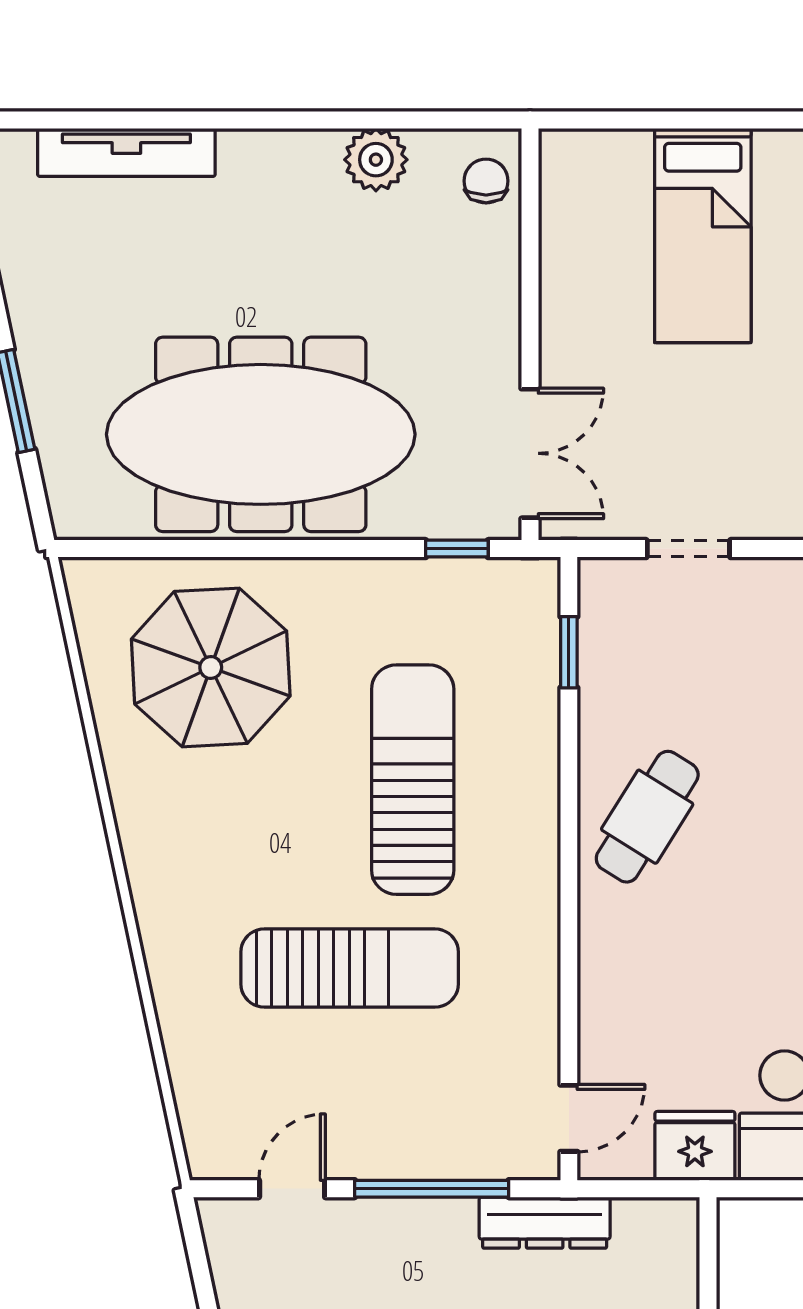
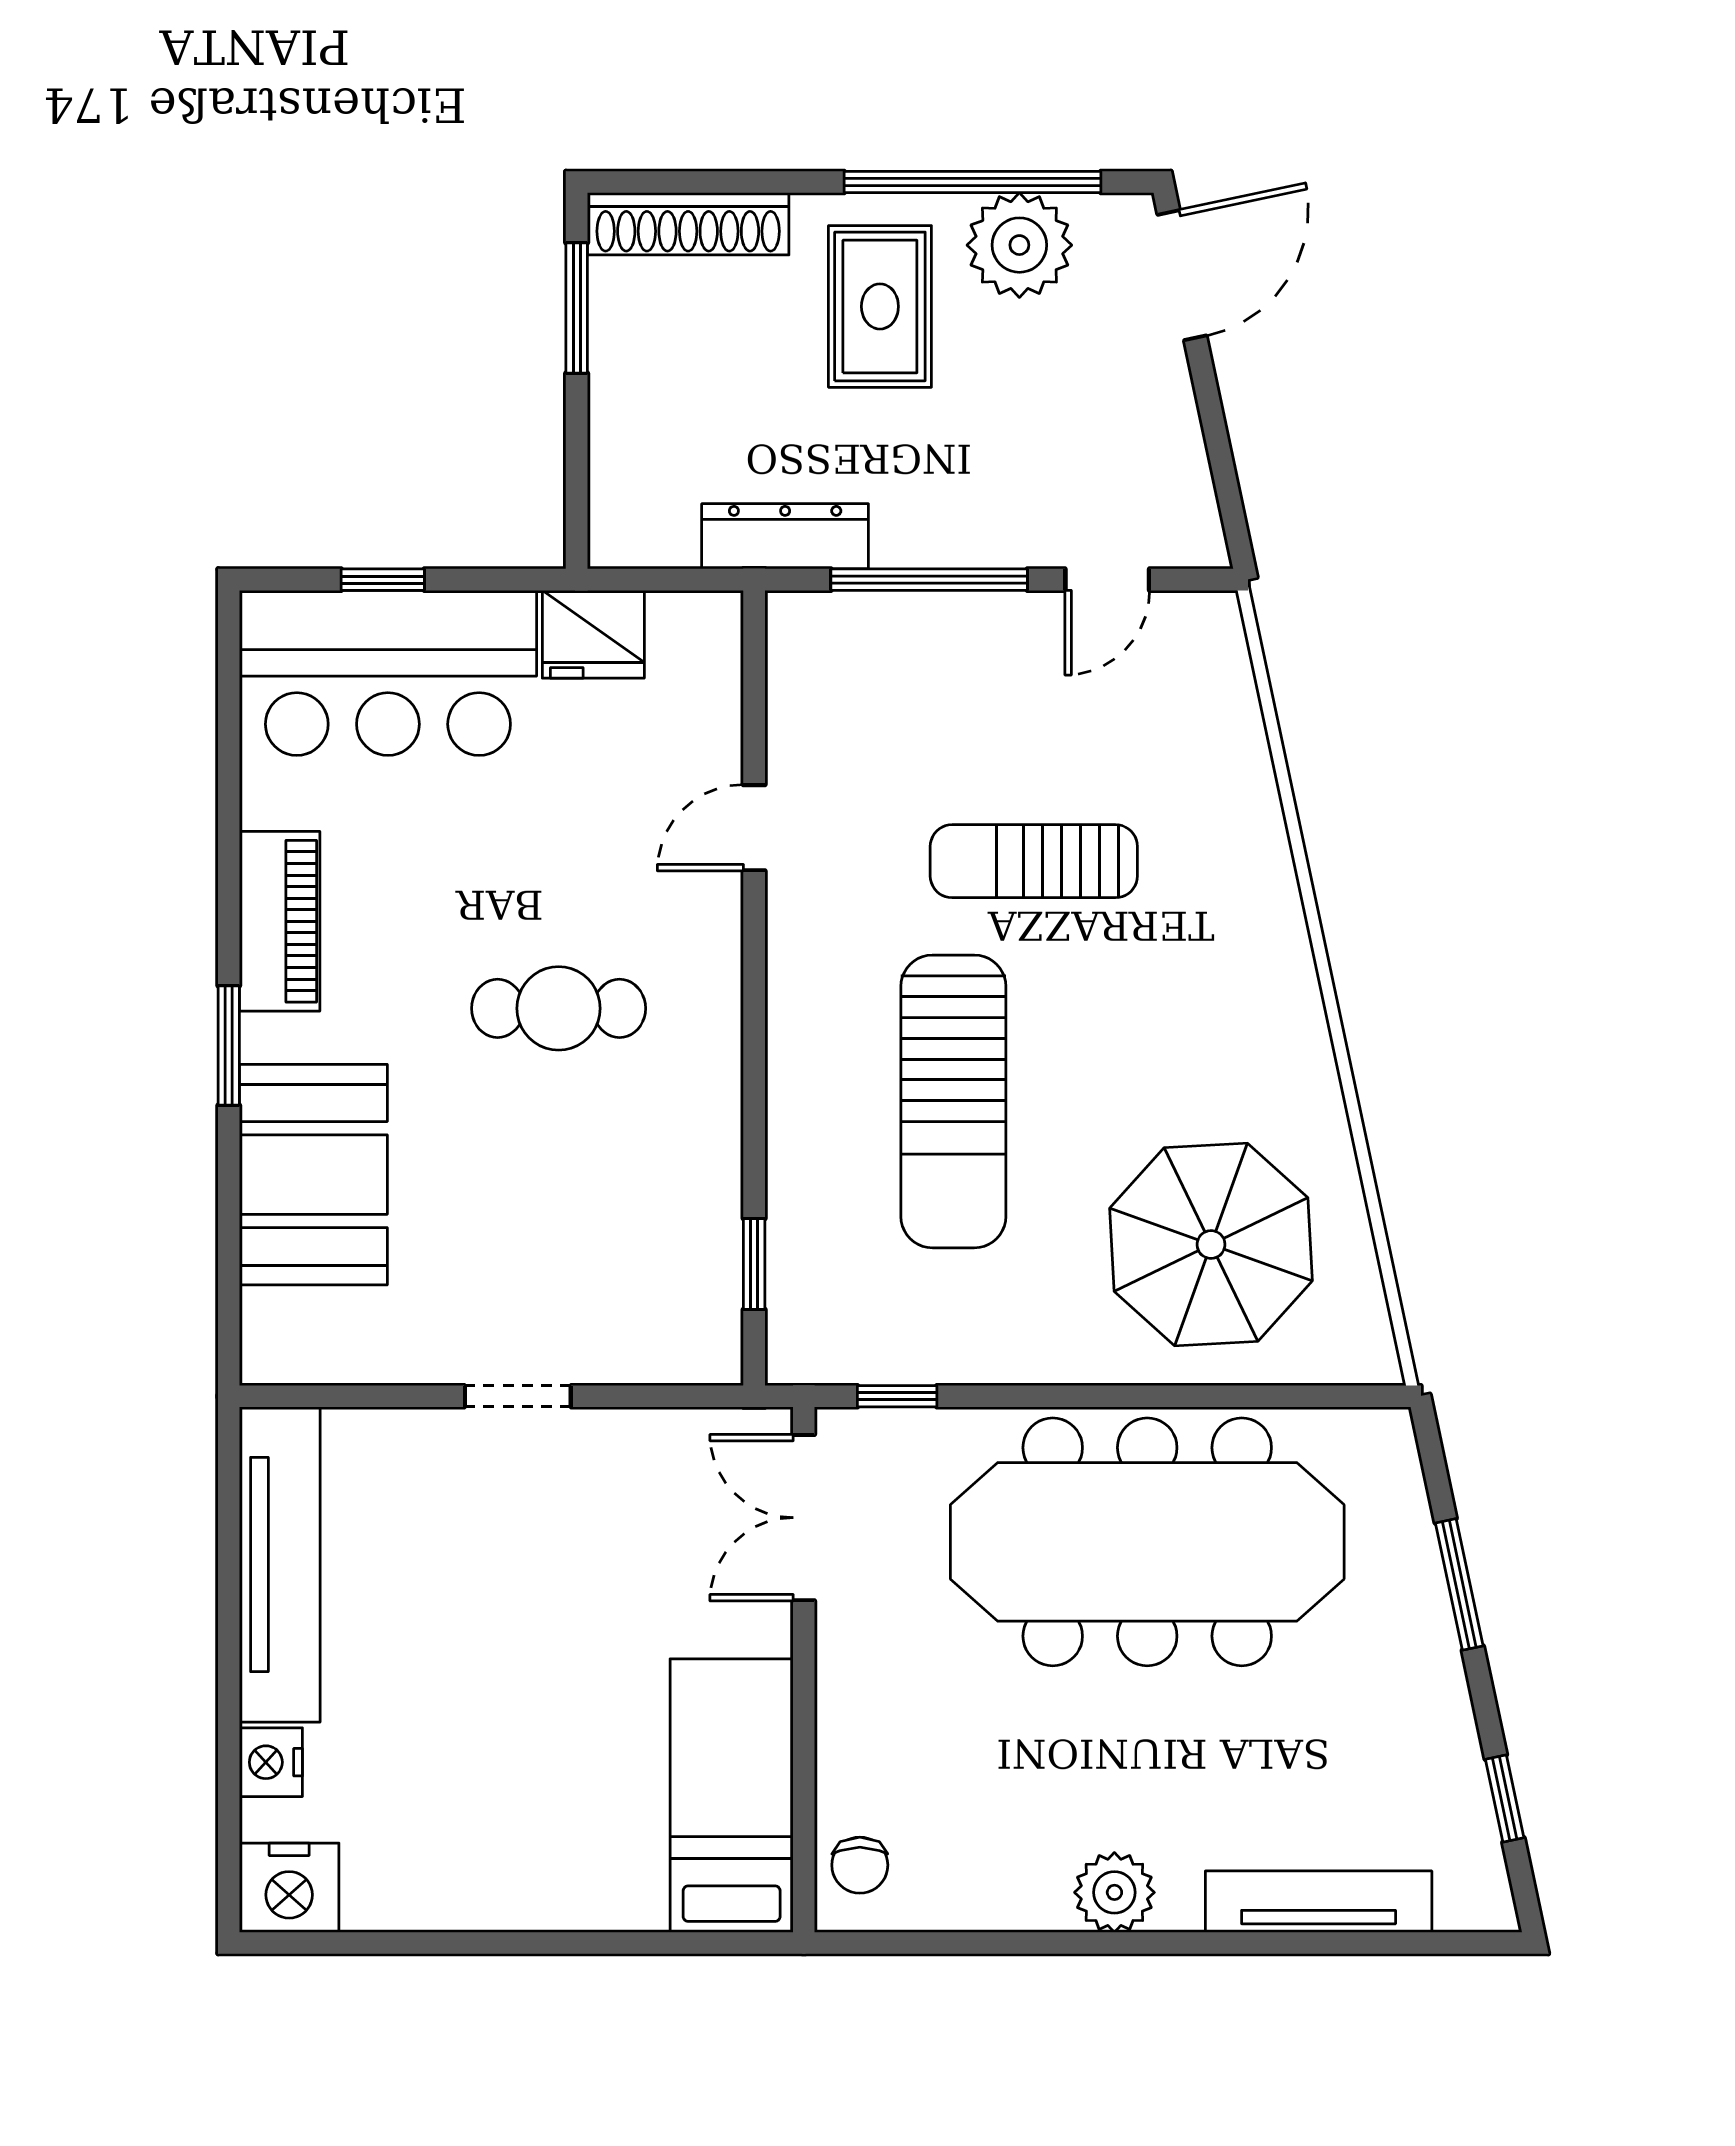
plant: (376, 160) -> (1114, 1892), moved
bed: (703, 236) -> (732, 1796), moved
doorway: (688, 549) -> (518, 1396), moved
cafe table: (647, 817) -> (559, 1008), moved, turned 58
sun lounger: (350, 968) -> (1034, 861), width x0.73, depth x0.75
door: (569, 1118) -> (754, 828), moved

